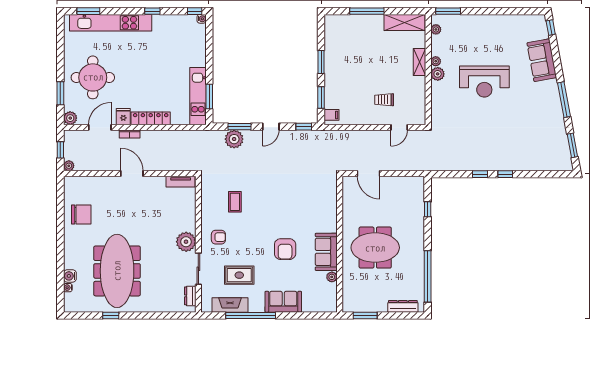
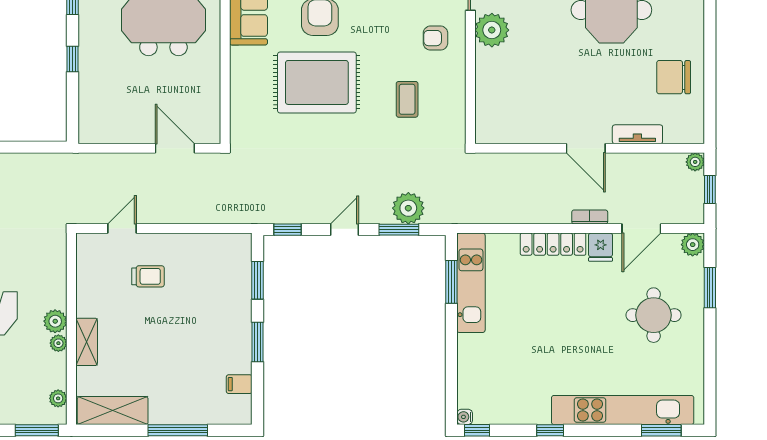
round table: (93, 77) -> (654, 315), width x0.73, depth x0.73
filing cabinet: (332, 115) -> (239, 384), moved
tv unit: (181, 182) -> (637, 134), moved
window: (428, 209) -> (72, 59), moved
rug: (287, 211) -> (317, 82), added

